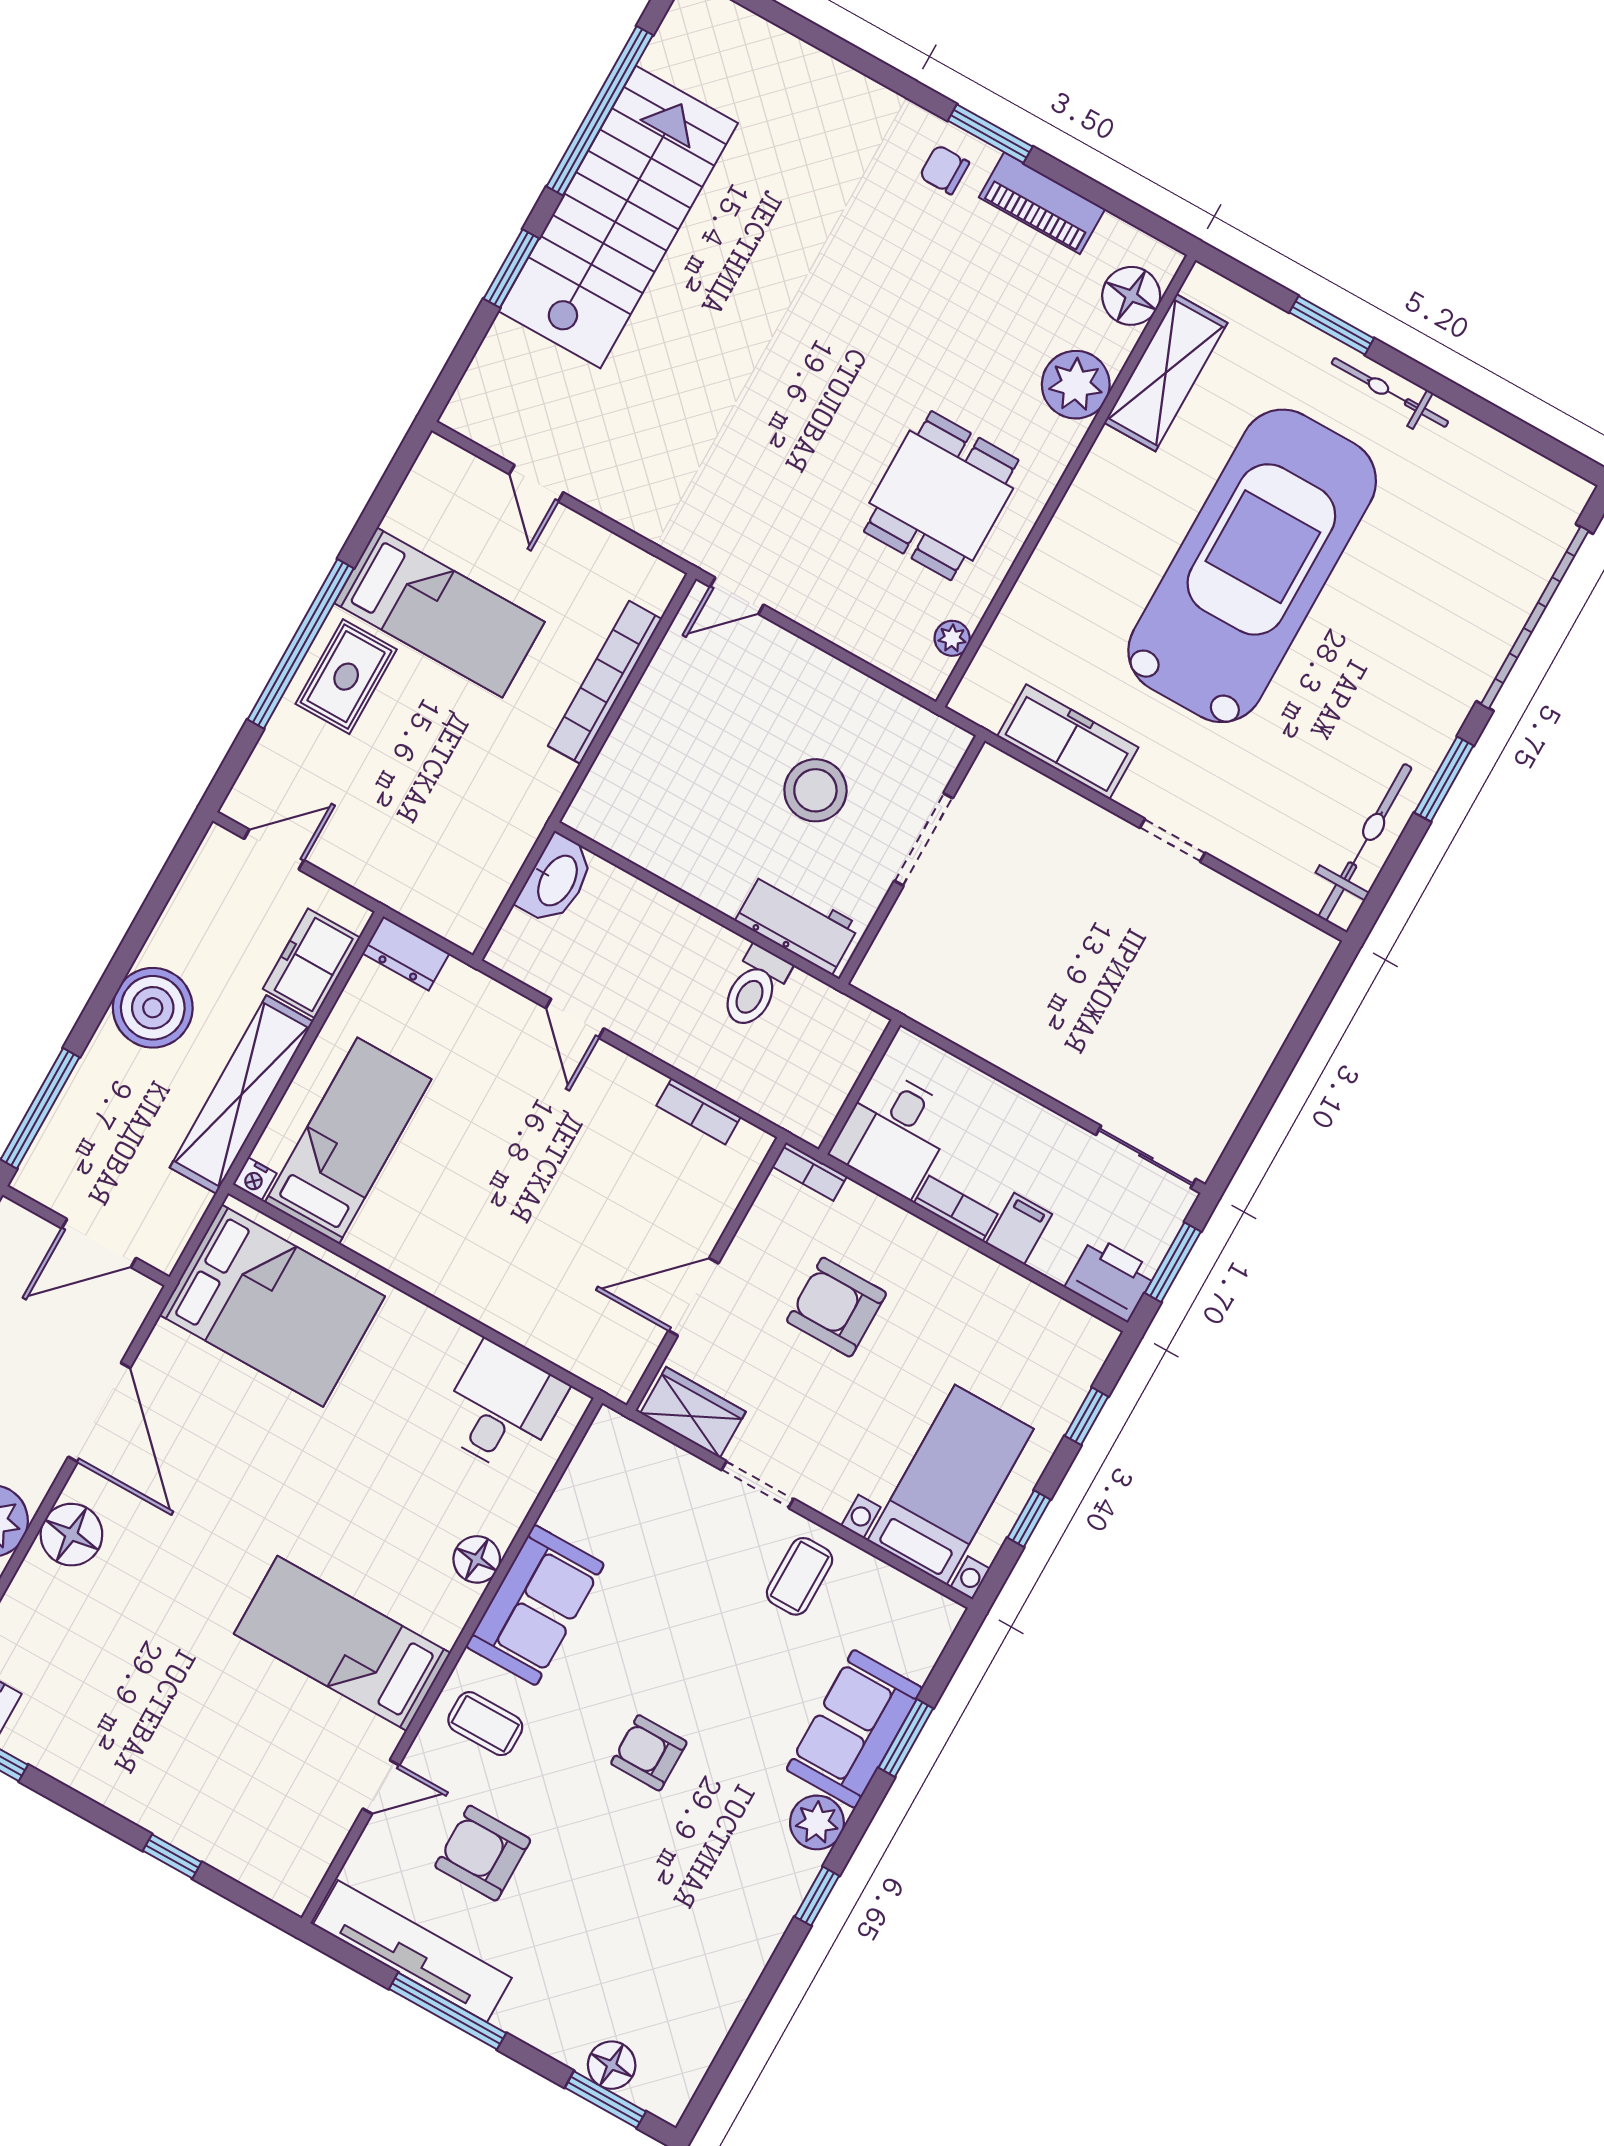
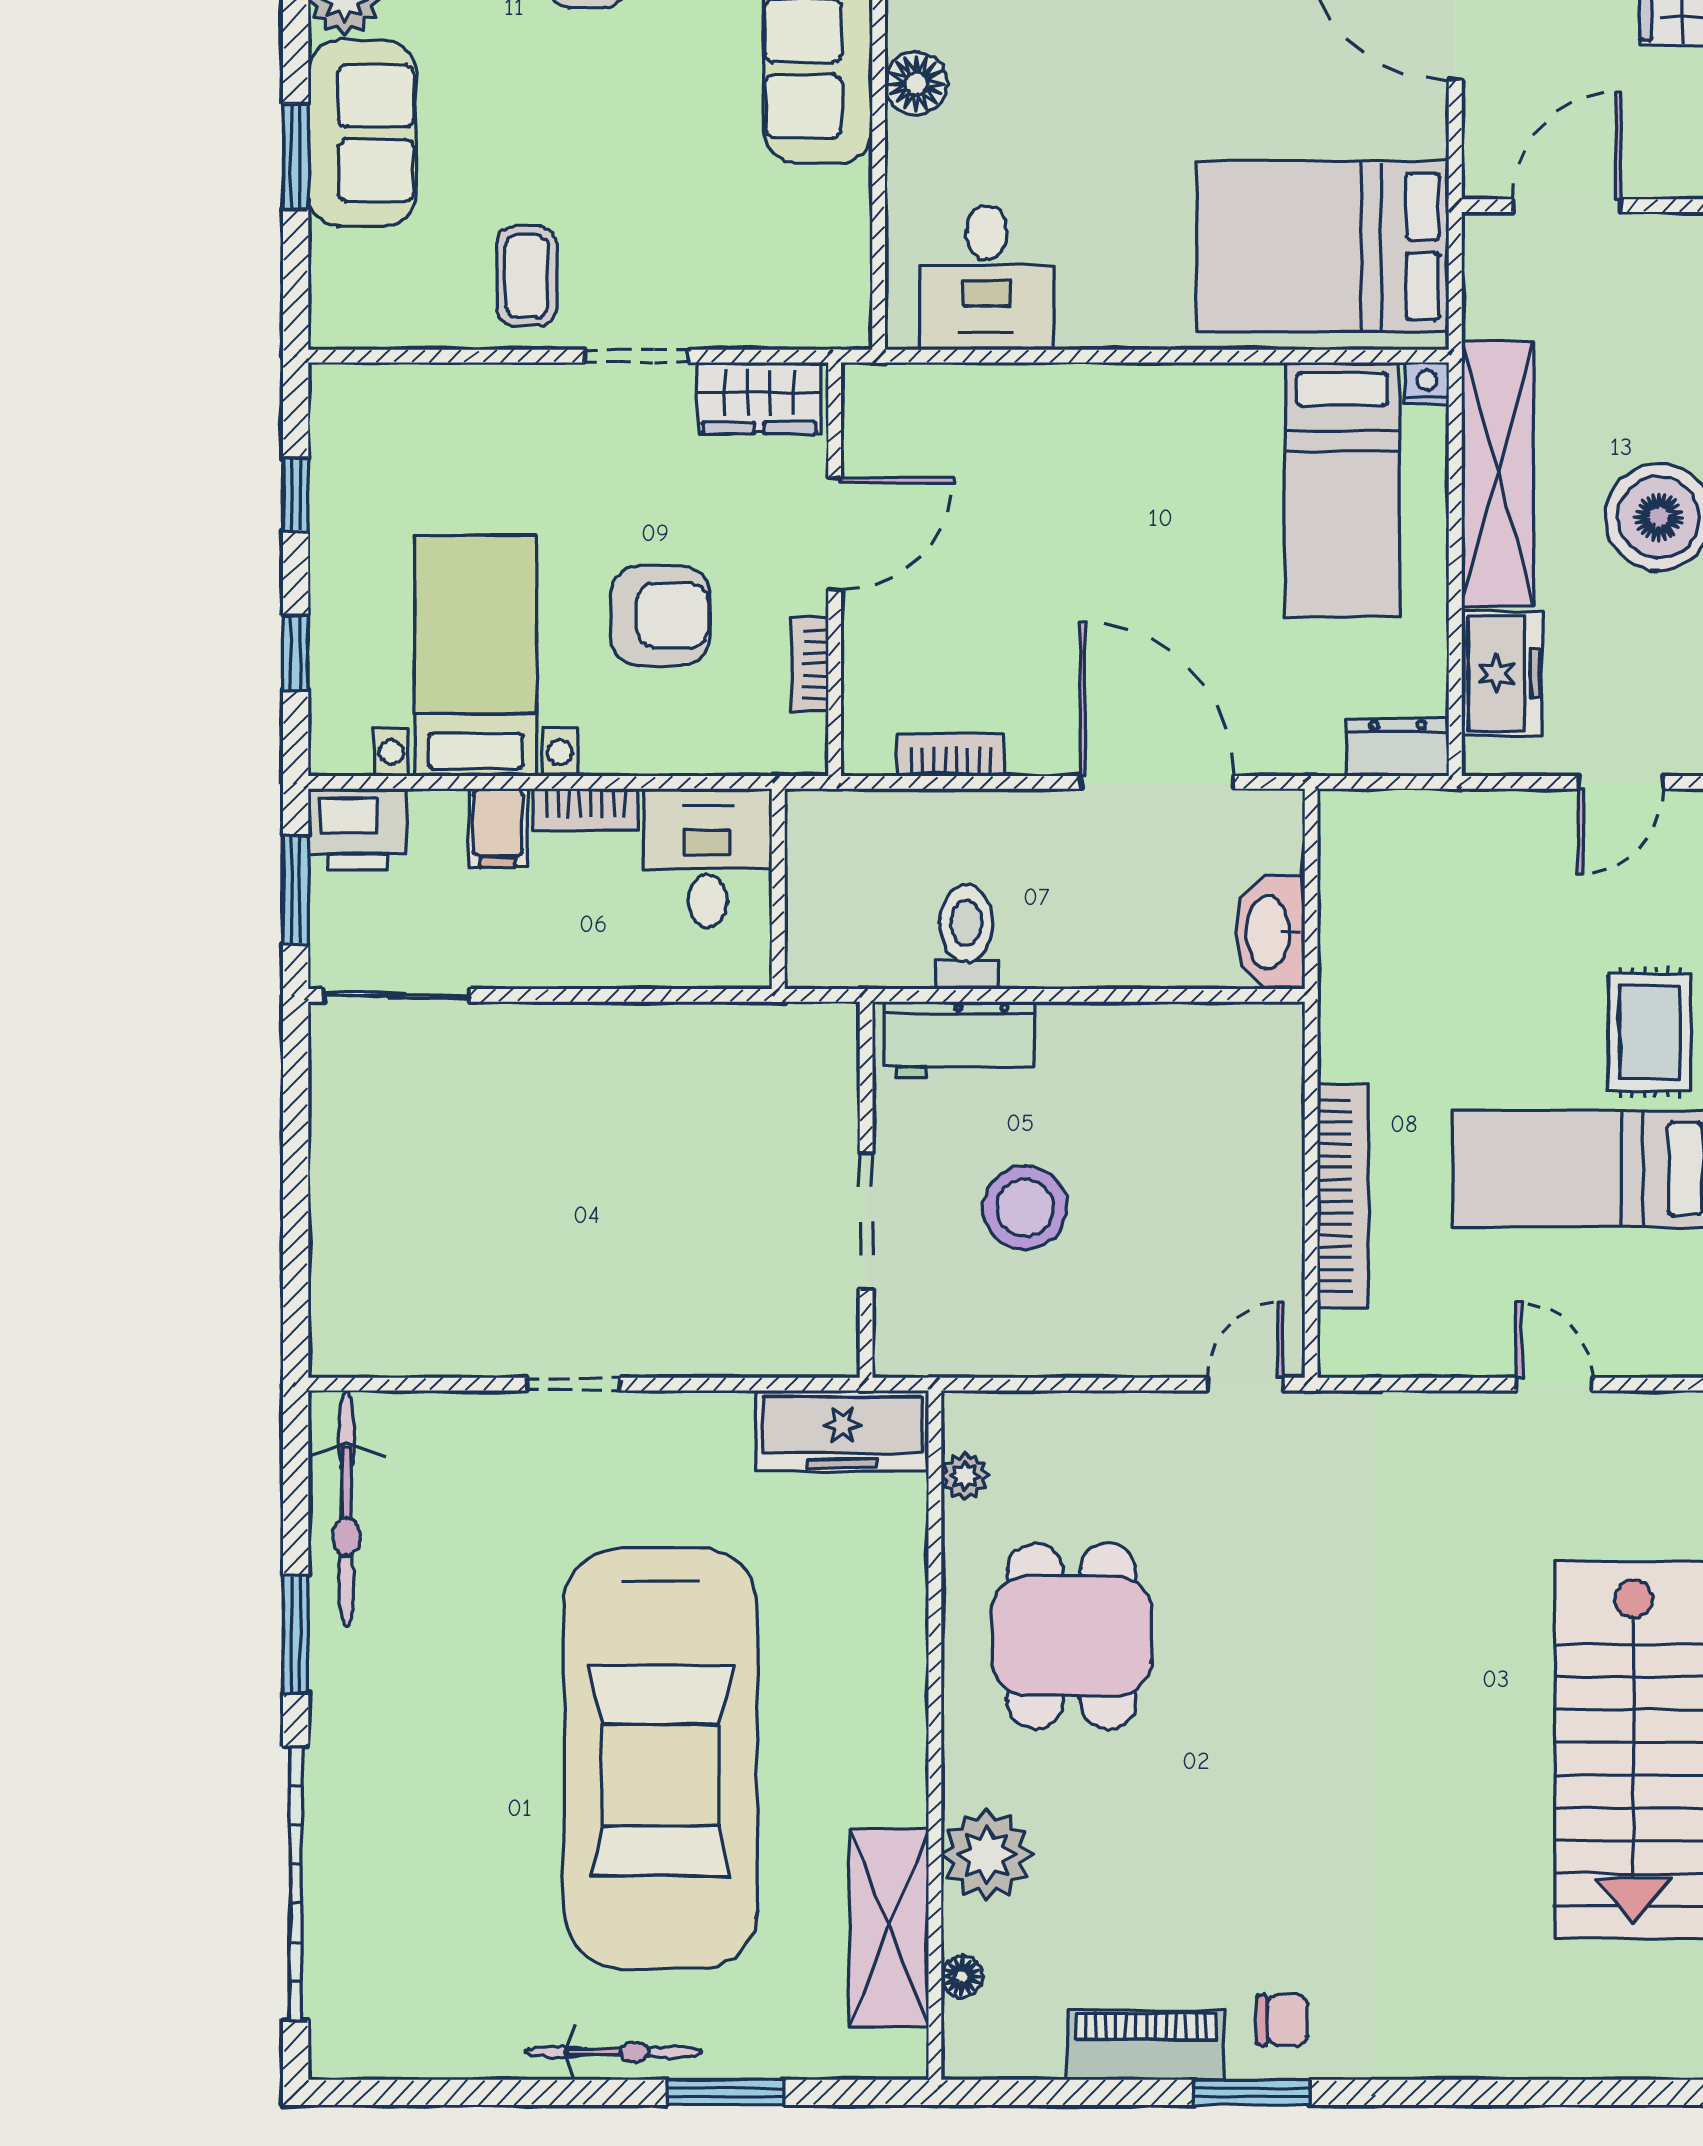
floor lamp: (1131, 296) -> (962, 1977), width x0.53, depth x0.53
freezer: (1068, 742) -> (842, 1431), moved
door: (575, 1018) -> (1157, 782), width x1.88
bookcase: (810, 1171) -> (809, 664), moved, turned -90
bed with nightstands: (951, 1485) -> (476, 656), moved, turned 180

